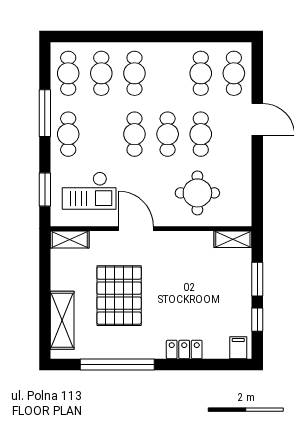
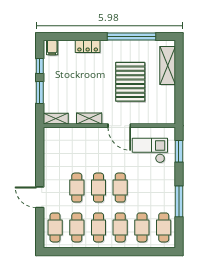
cafe table: (68, 134) -> (99, 227), moved
round table: (197, 193) -> (79, 149), removed
shelving: (70, 239) -> (89, 119), moved

